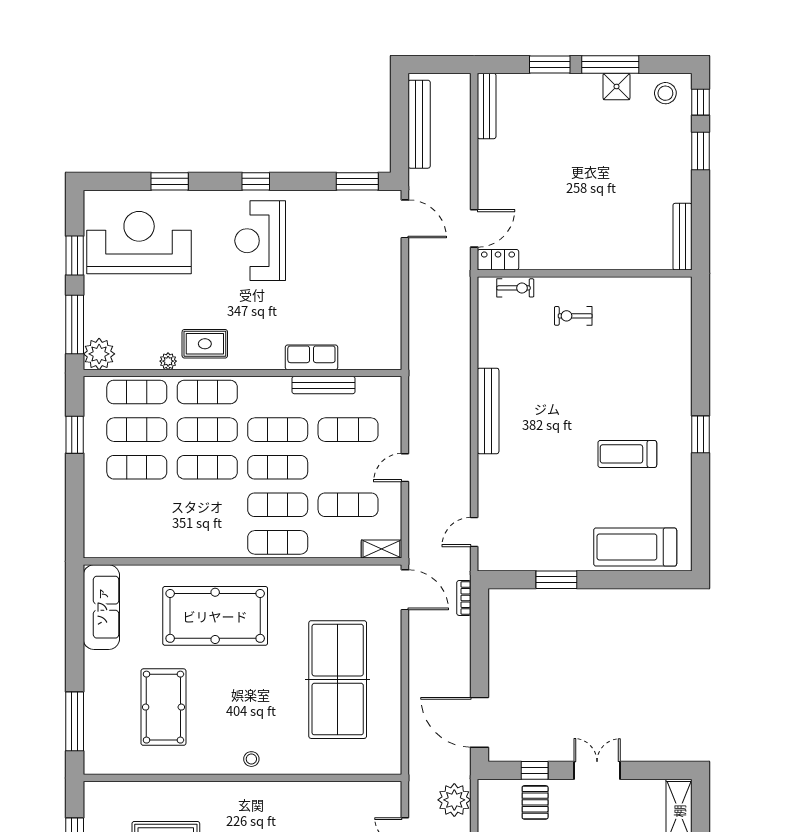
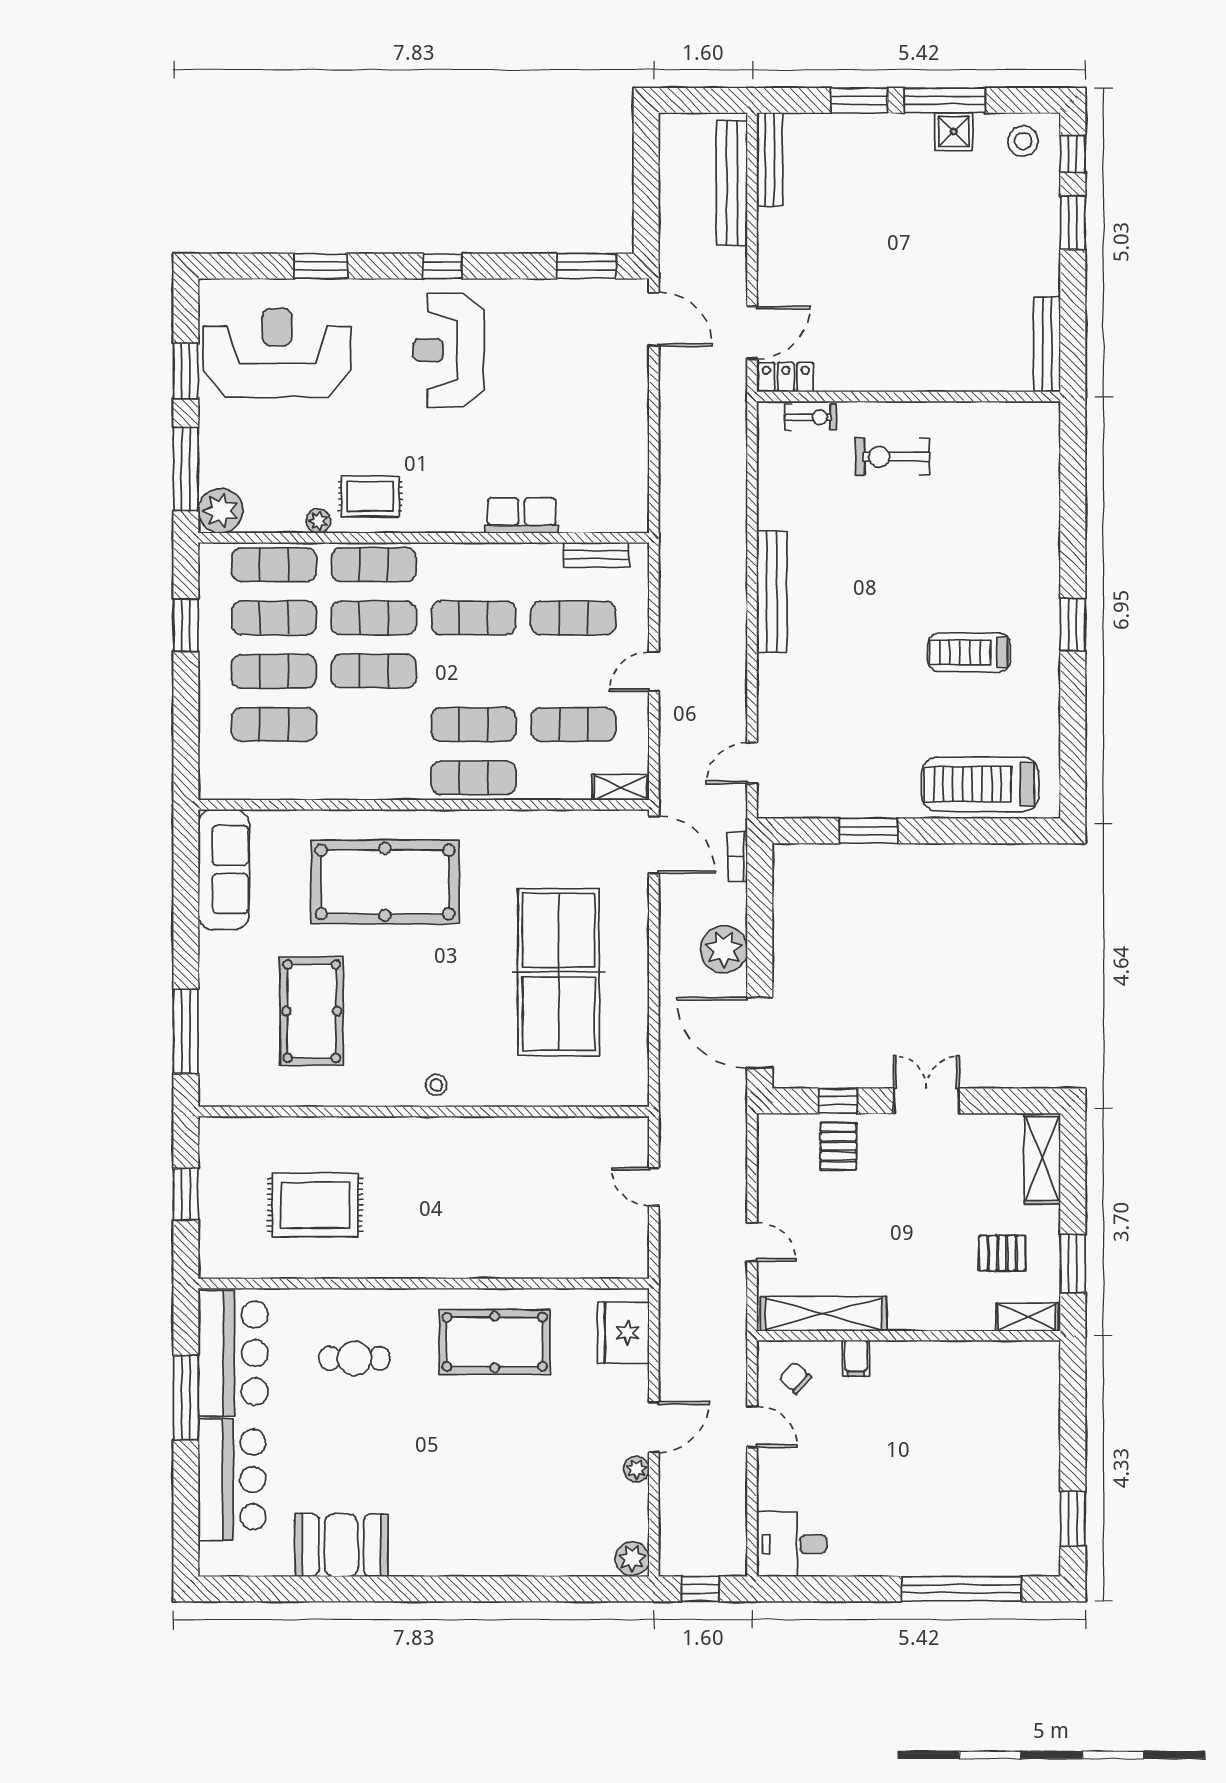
bench: (419, 124) -> (732, 183), moved
exercise bike: (573, 316) -> (893, 457), width x1.38, depth x1.39
bench: (324, 385) -> (596, 555), moved, width x0.73
exercise mat: (278, 467) -> (274, 724), moved
plant: (454, 800) -> (724, 949), moved

